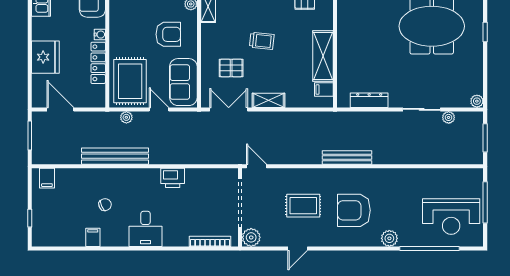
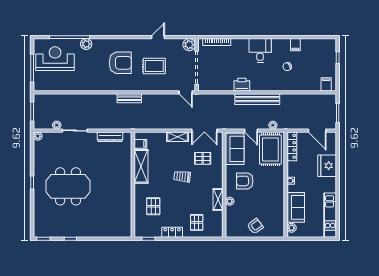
locker: (98, 63) -> (292, 146), moved
bench: (115, 156) -> (257, 99), moved
bench: (347, 158) -> (129, 98), width x0.73
plant: (389, 238) -> (86, 44), moved

